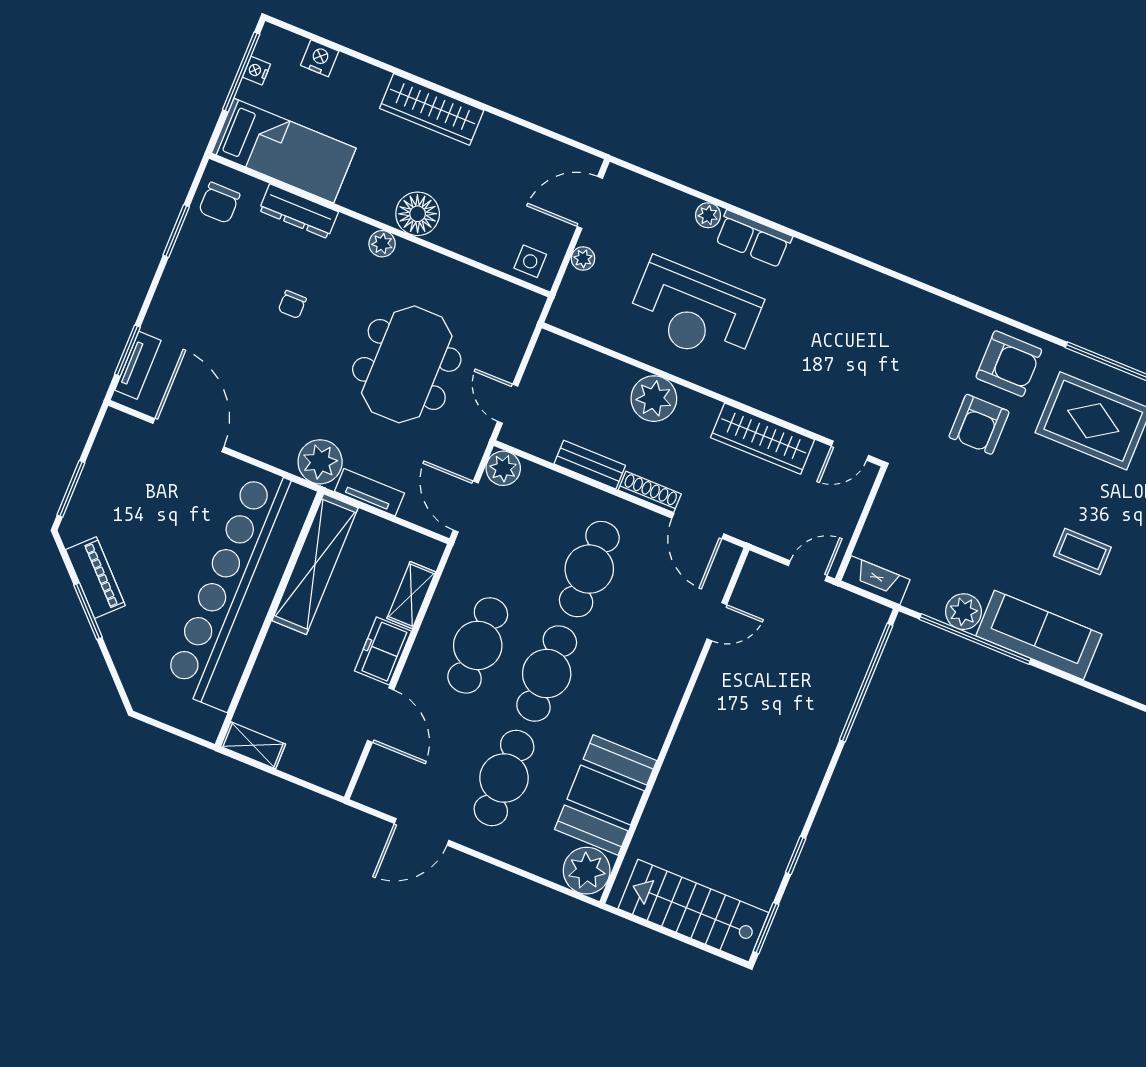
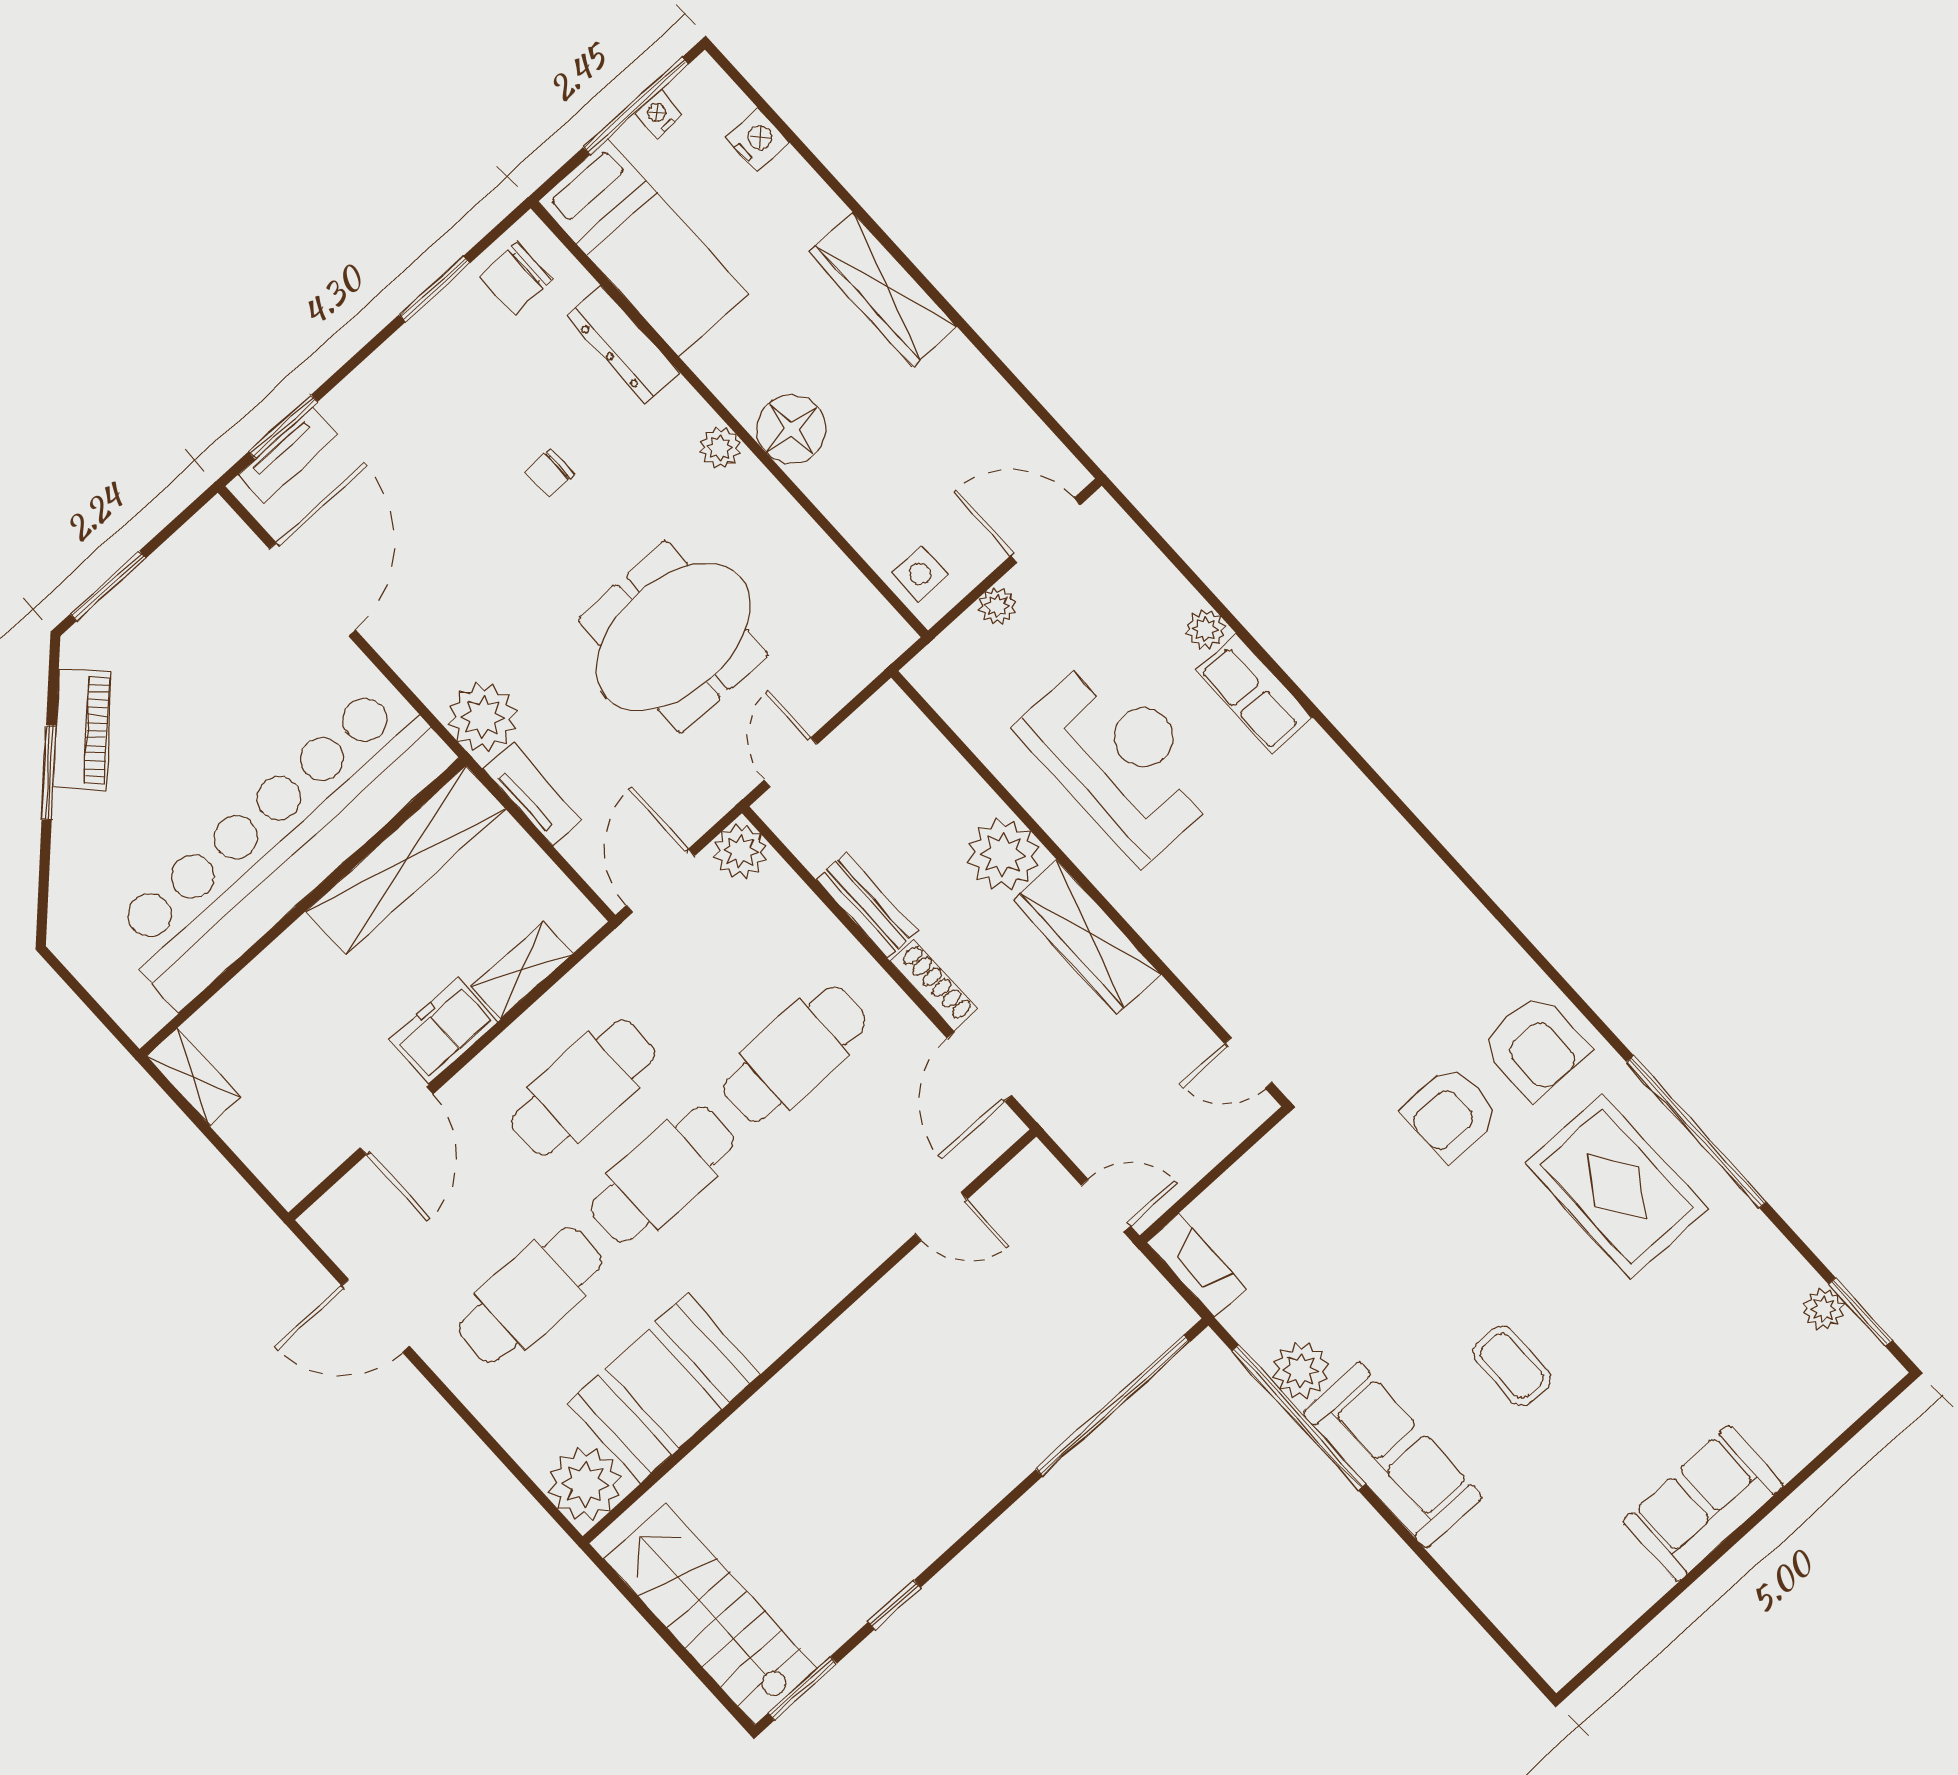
reception desk: (694, 312) -> (1120, 758), turned 180
wardrobe: (763, 439) -> (1087, 937), moved

